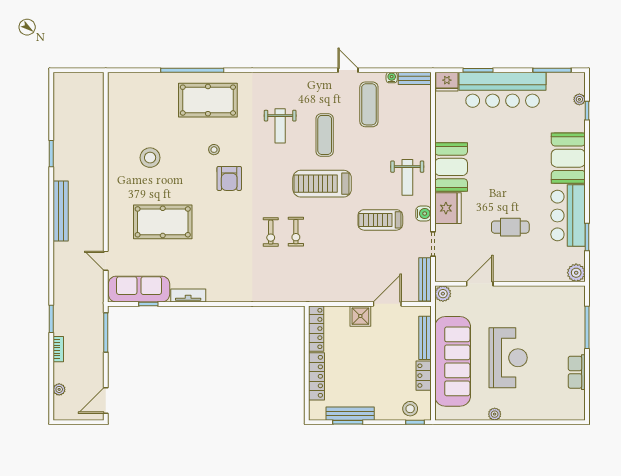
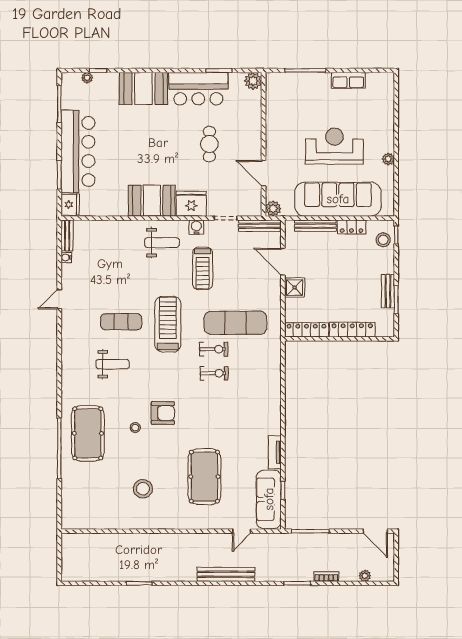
exercise mat: (369, 104) -> (235, 323), moved, width x1.36, depth x1.45
treadmill: (322, 184) -> (168, 324), turned 180
bench: (61, 211) -> (226, 574), moved
bench: (350, 414) -> (388, 291), width x0.73

